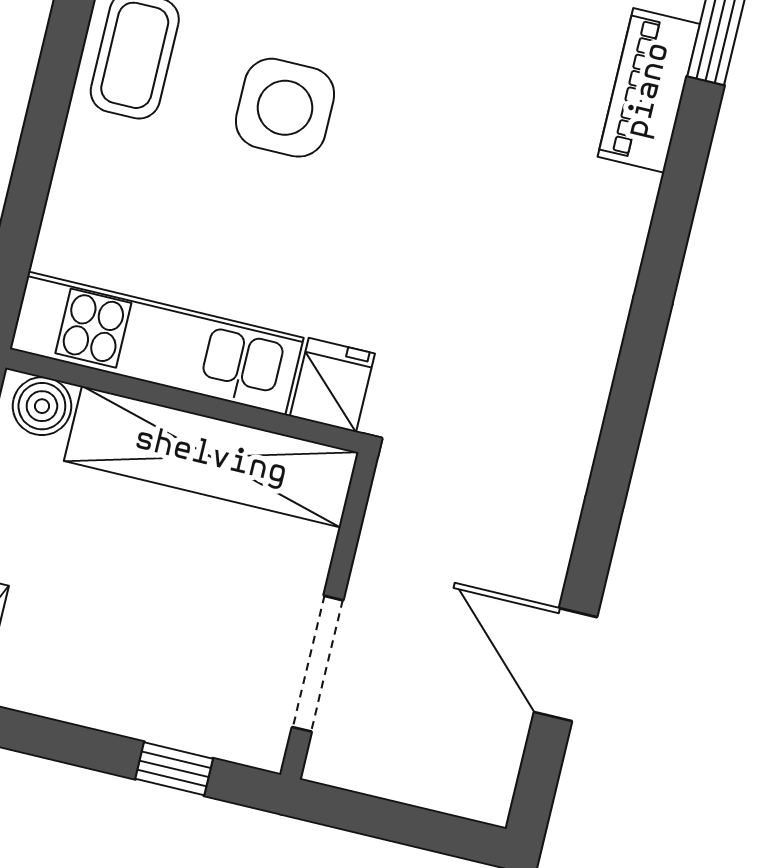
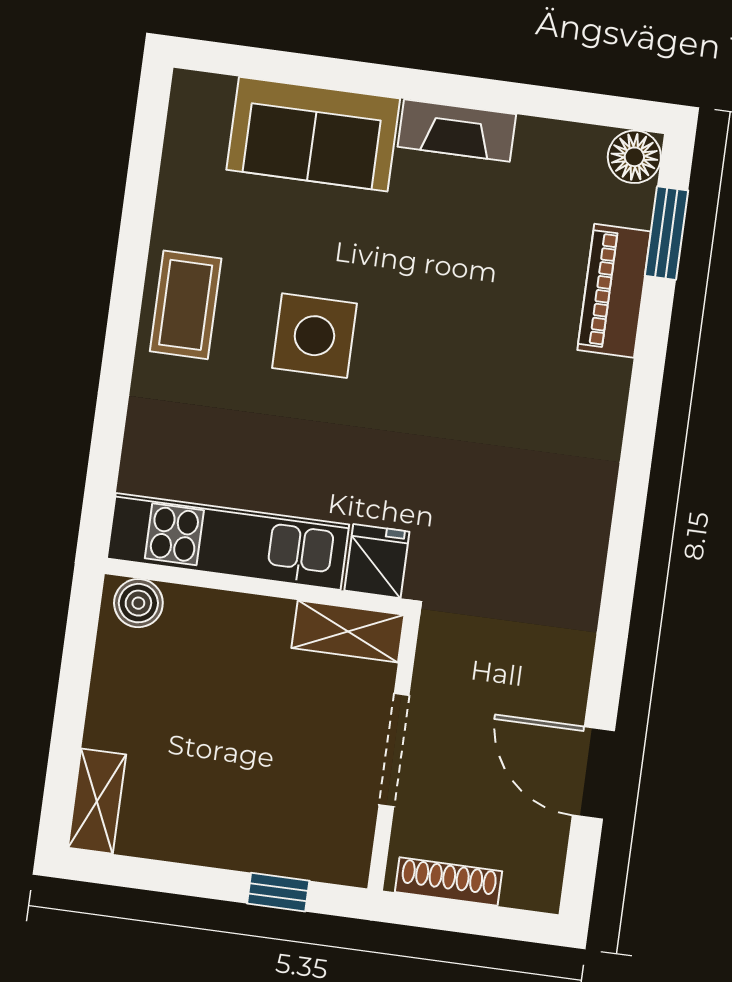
shelving: (211, 457) -> (348, 631), width x0.45, depth x0.75
doorway: (318, 664) -> (394, 750), moved
shoe rack: (379, 777) -> (449, 882), added

